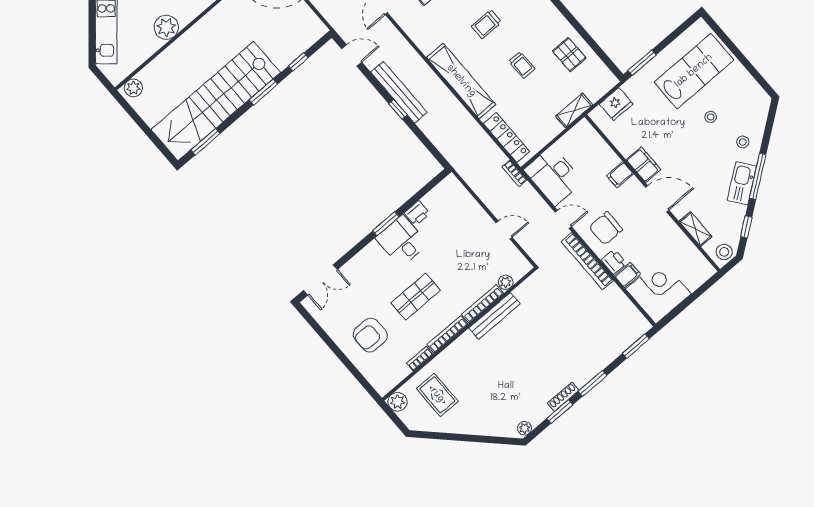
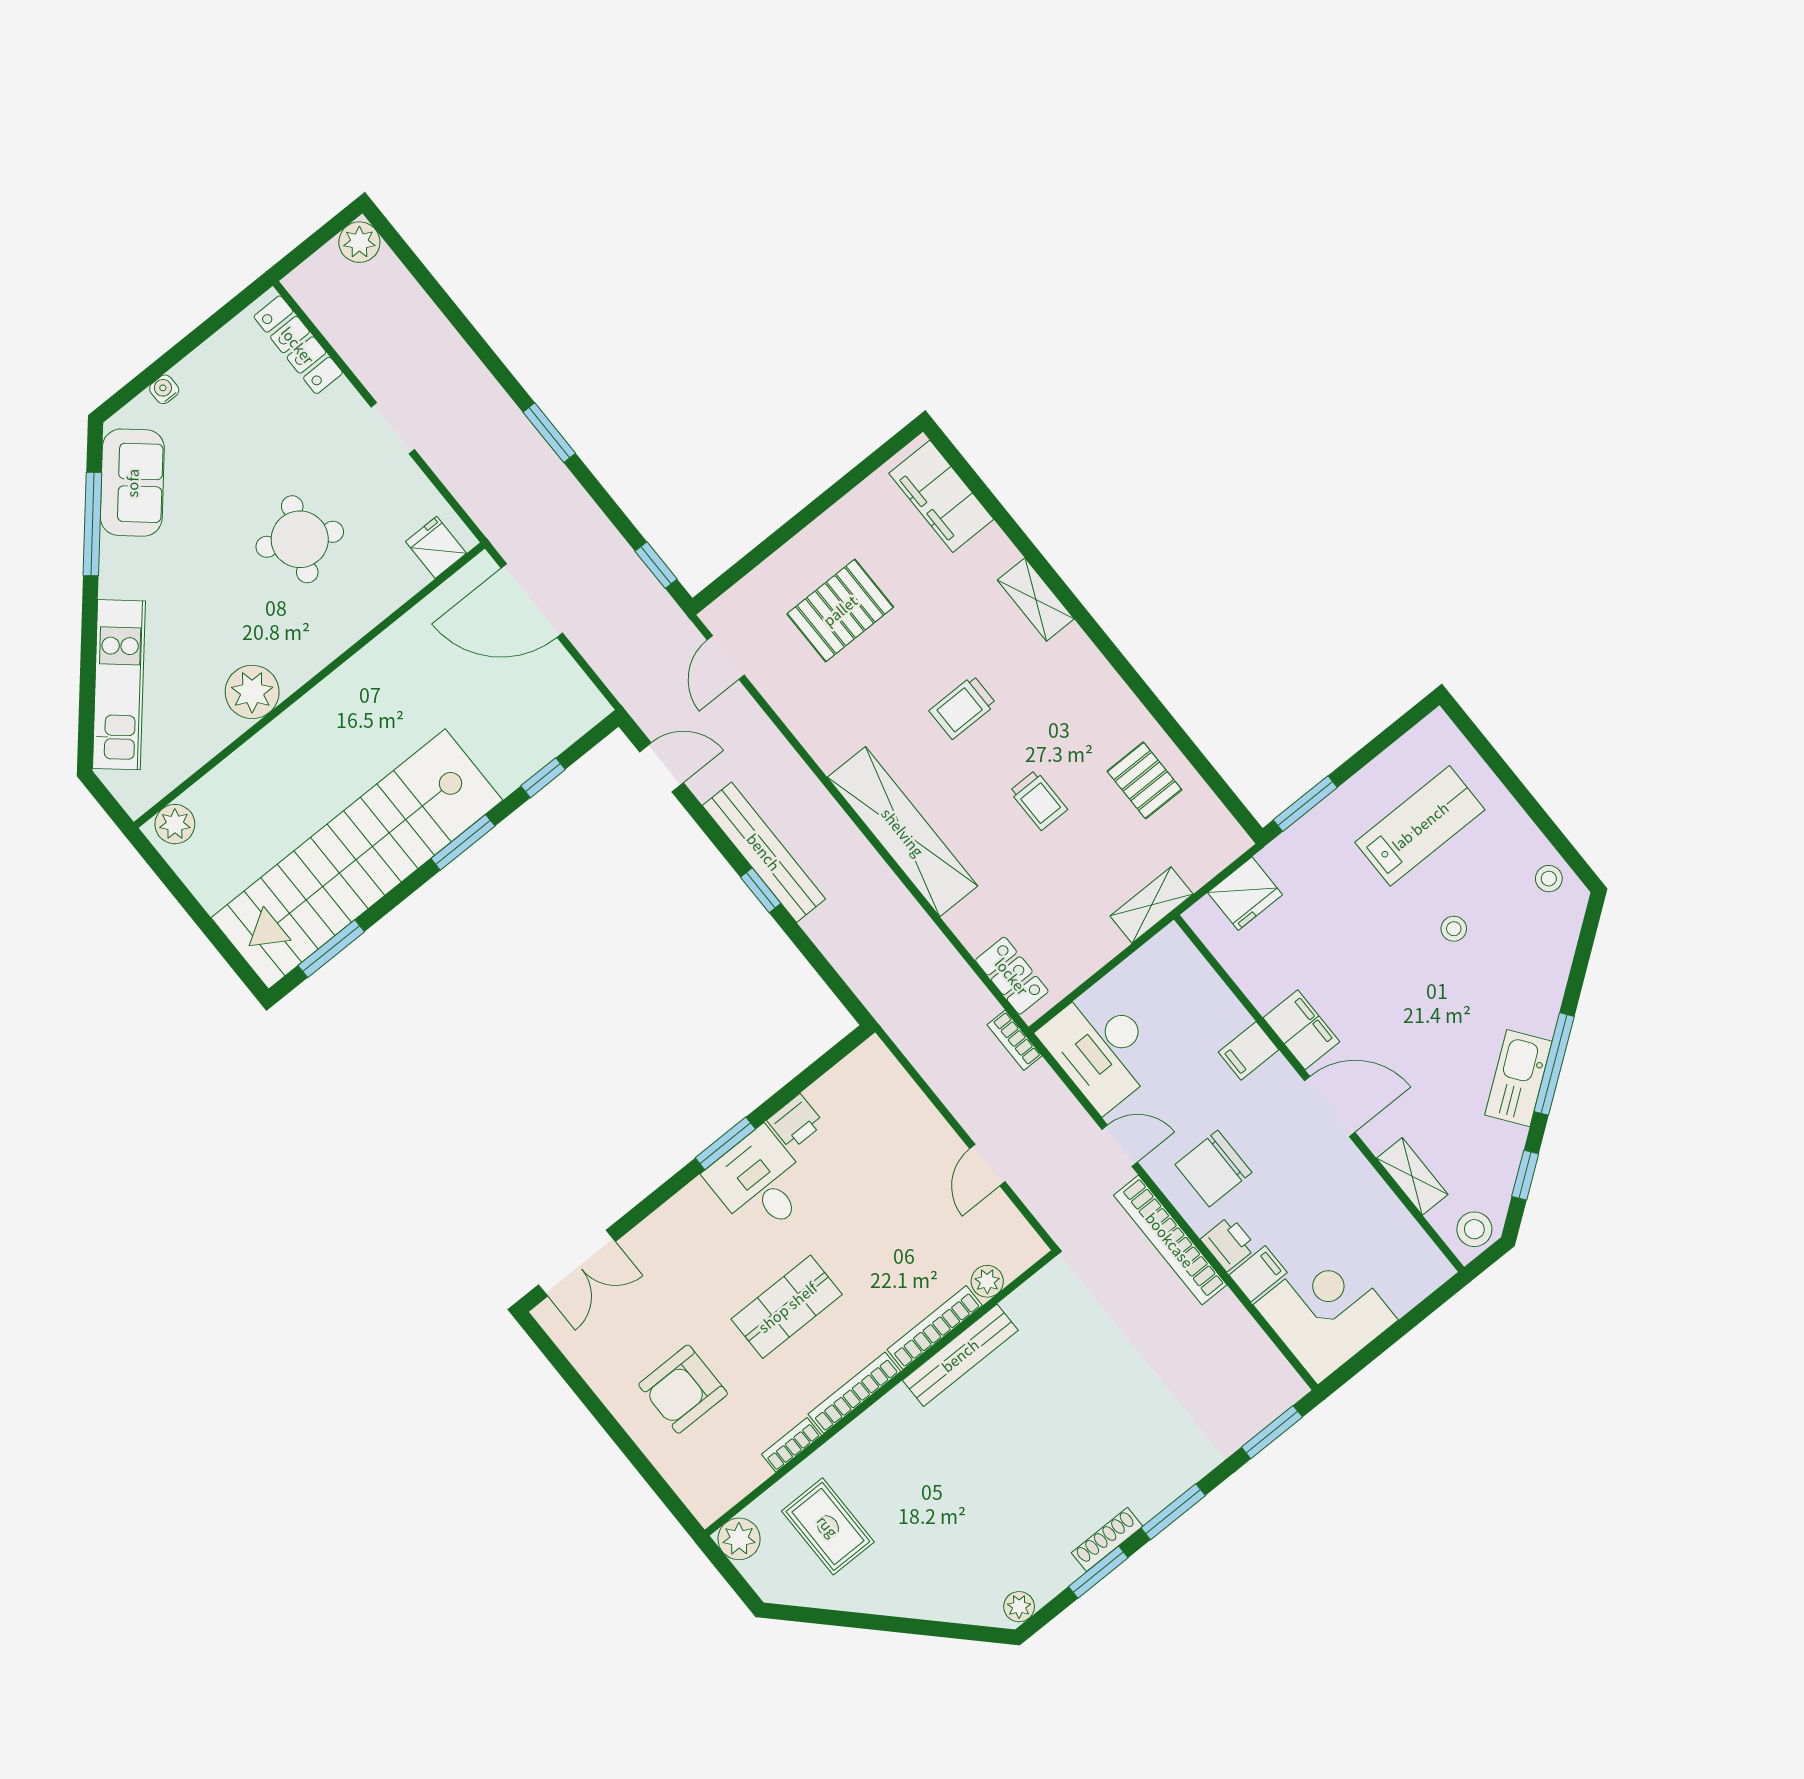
lab bench: (694, 71) -> (1420, 826), width x0.73, depth x0.72
locker: (507, 138) -> (1012, 976), width x0.66
stool: (743, 142) -> (1549, 879), moved
door: (504, 230) -> (987, 1165), swing flipped

